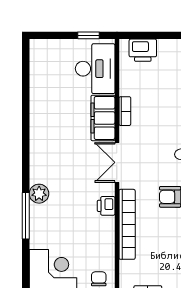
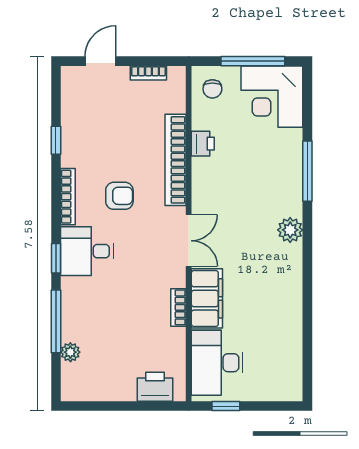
plant: (39, 194) -> (290, 230), moved
printer: (106, 206) -> (203, 144), moved

